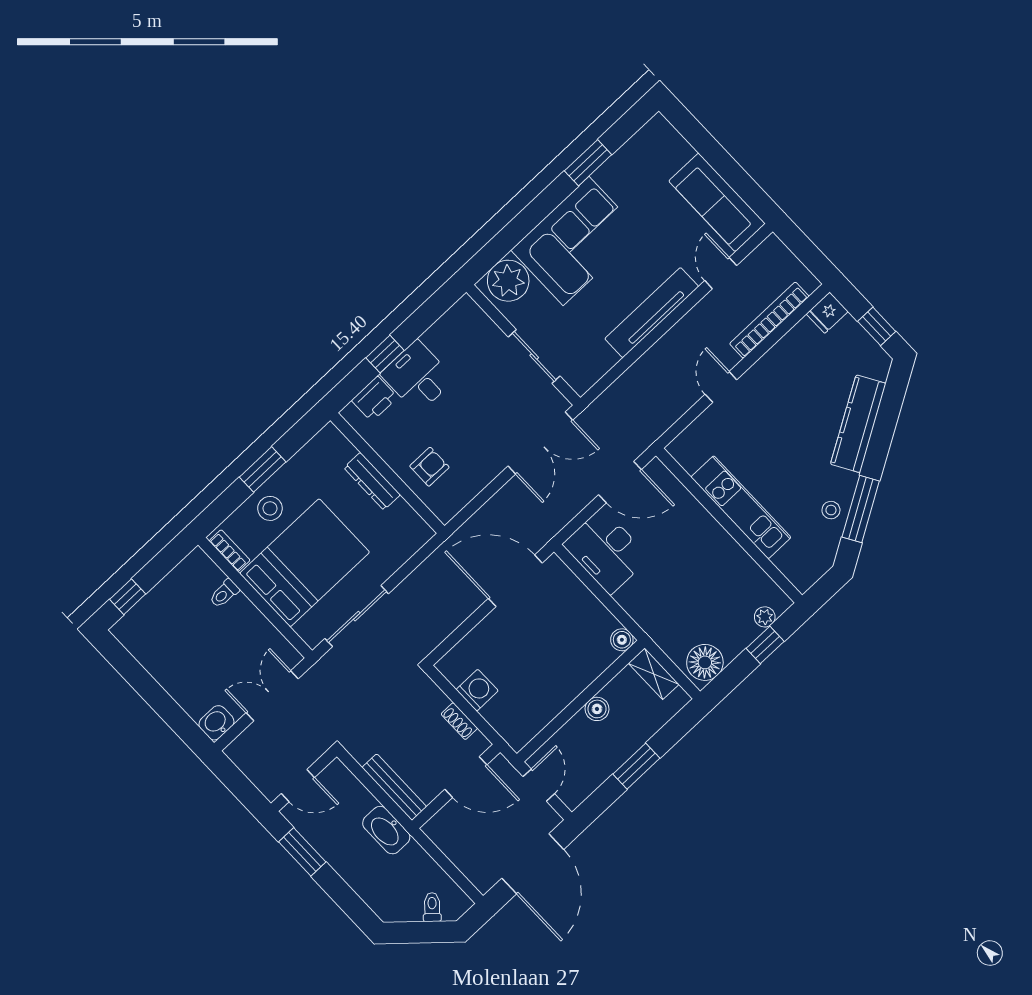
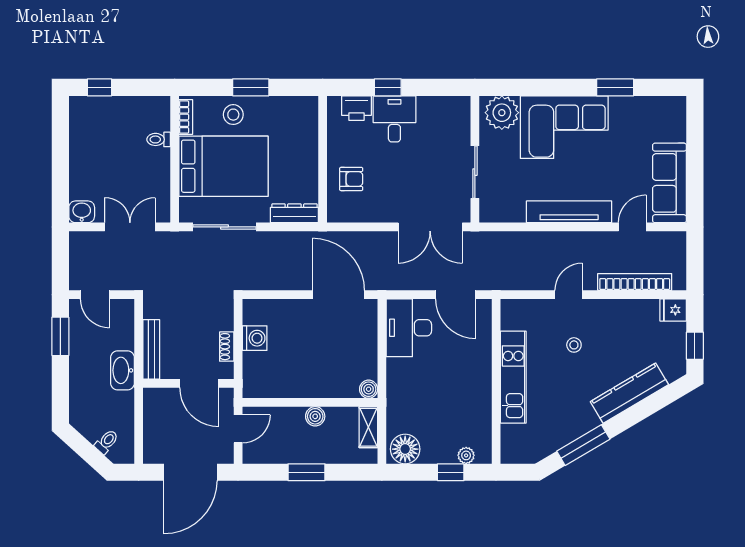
dresser: (372, 481) -> (294, 213), moved, turned 90
stool: (831, 510) -> (574, 345), moved

